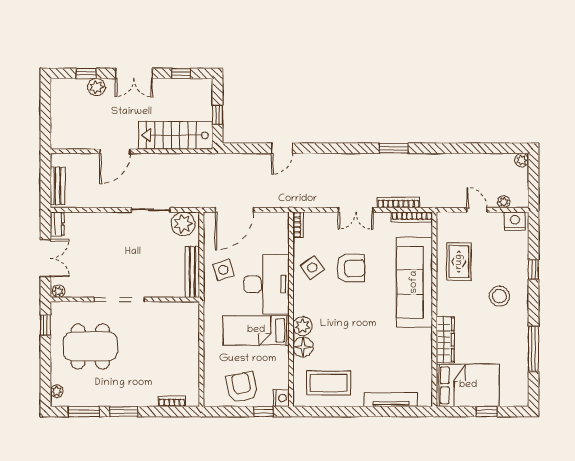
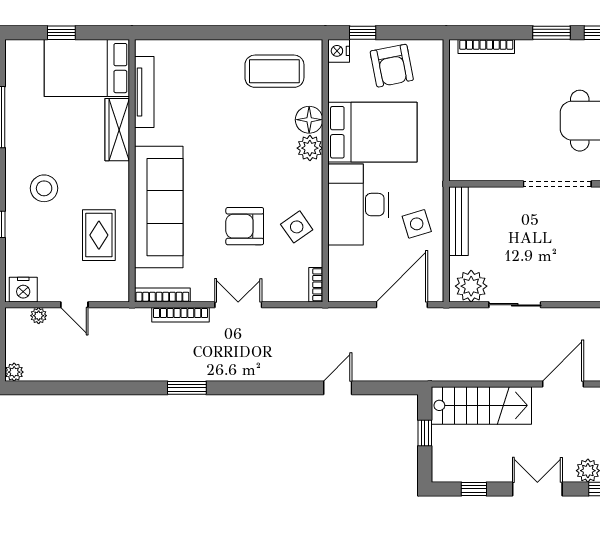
bed: (256, 330) -> (372, 132), width x1.50
tv unit: (391, 400) -> (144, 92), moved, turned -90
bookcase: (172, 401) -> (486, 46), width x1.56

